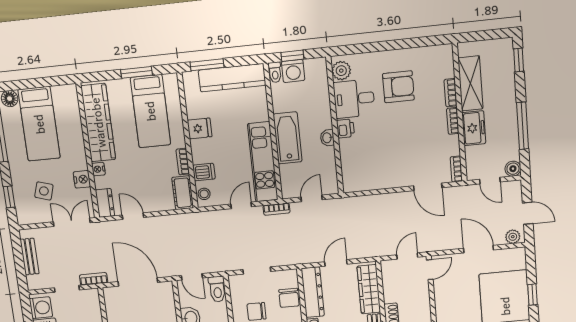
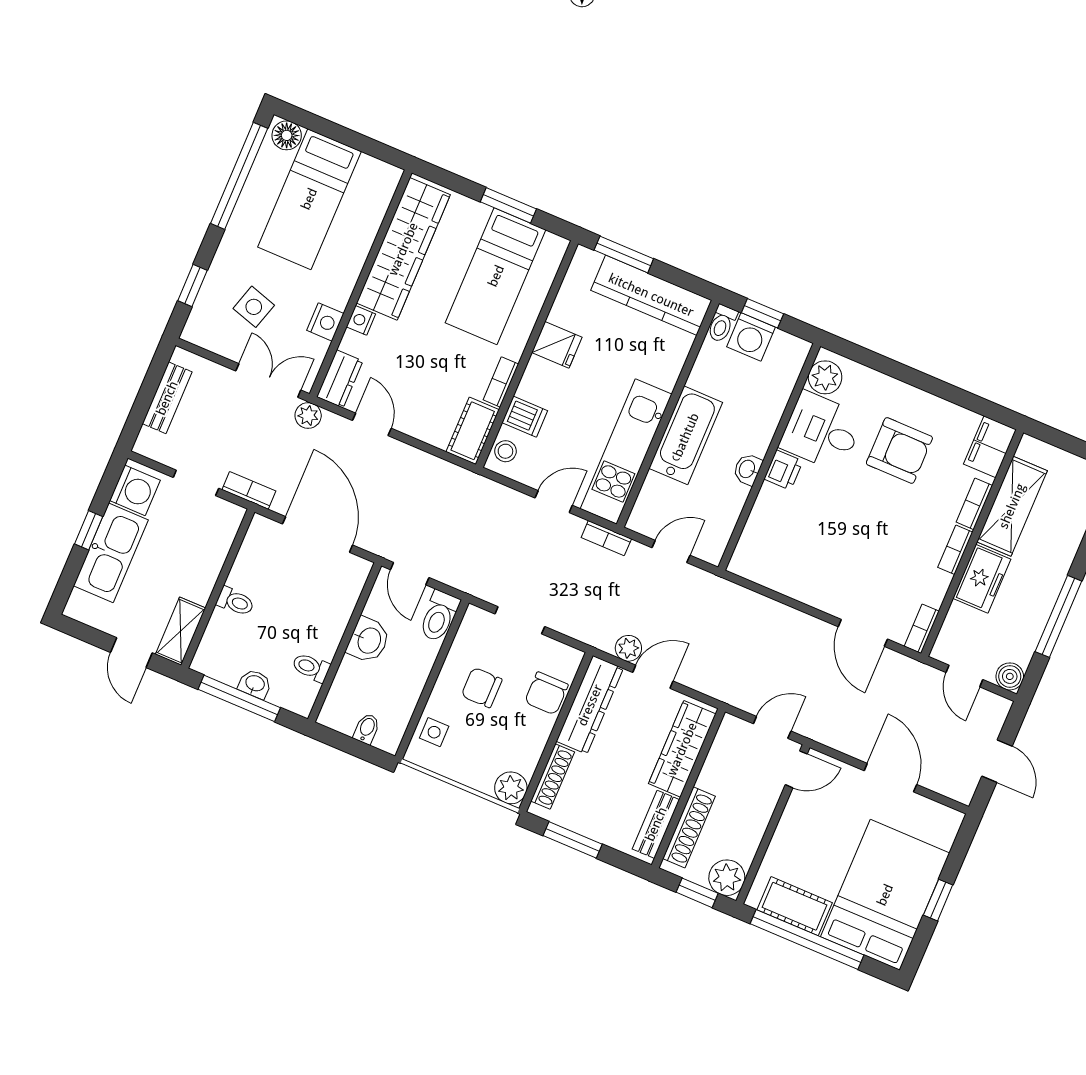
filing cabinet: (444, 60) -> (990, 447), added
plant: (100, 229) -> (308, 416), added
plant: (513, 237) -> (628, 648), moved

